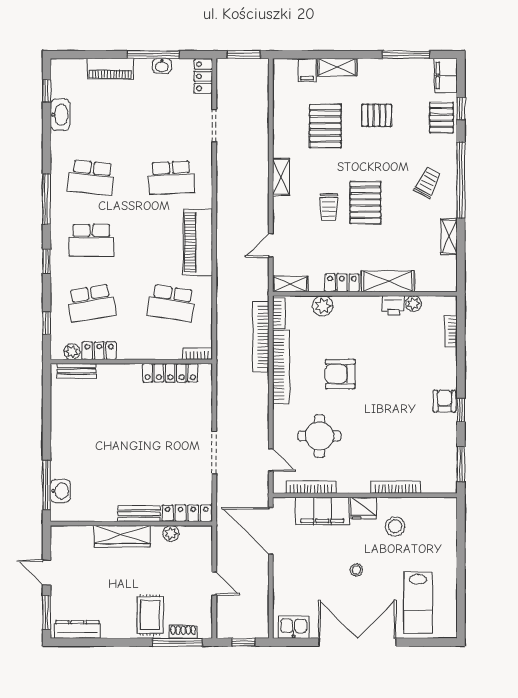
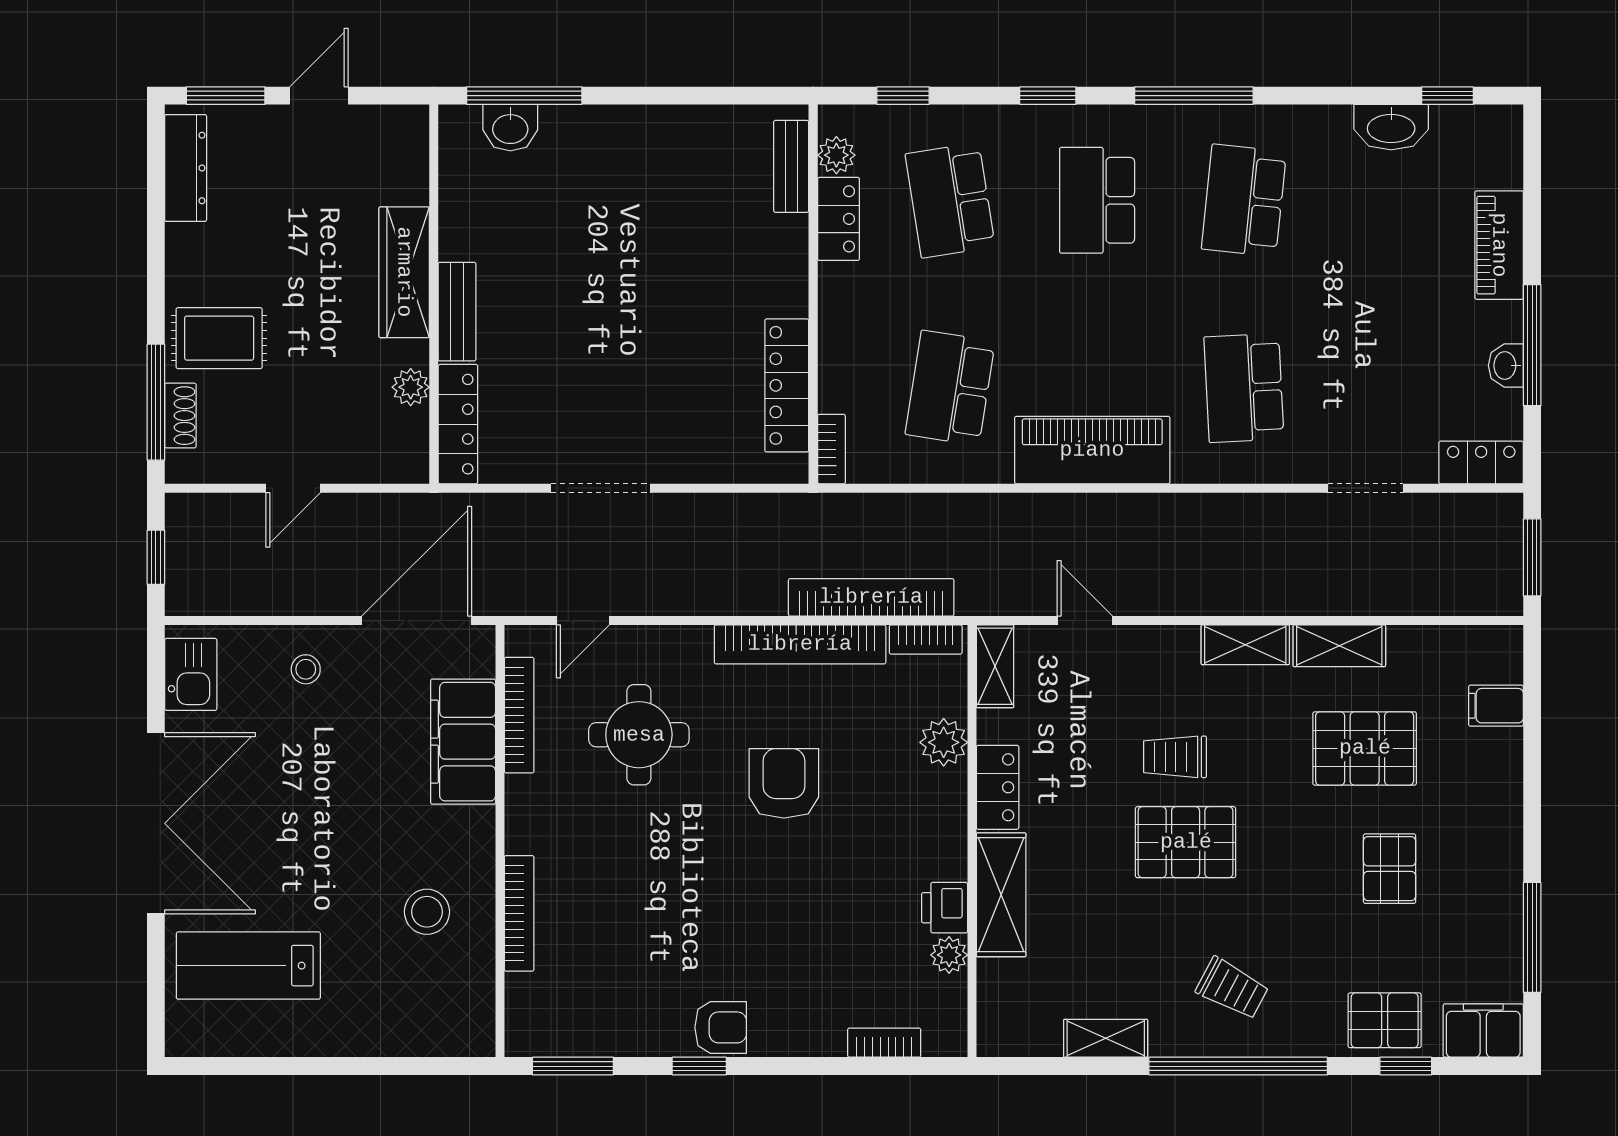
shelving: (337, 67) -> (1339, 646), moved, turned 90
fridge: (363, 508) -> (470, 838), removed
stool: (356, 570) -> (306, 669), moved

